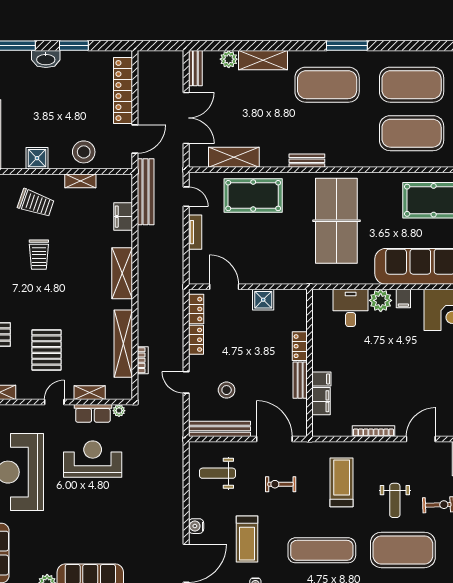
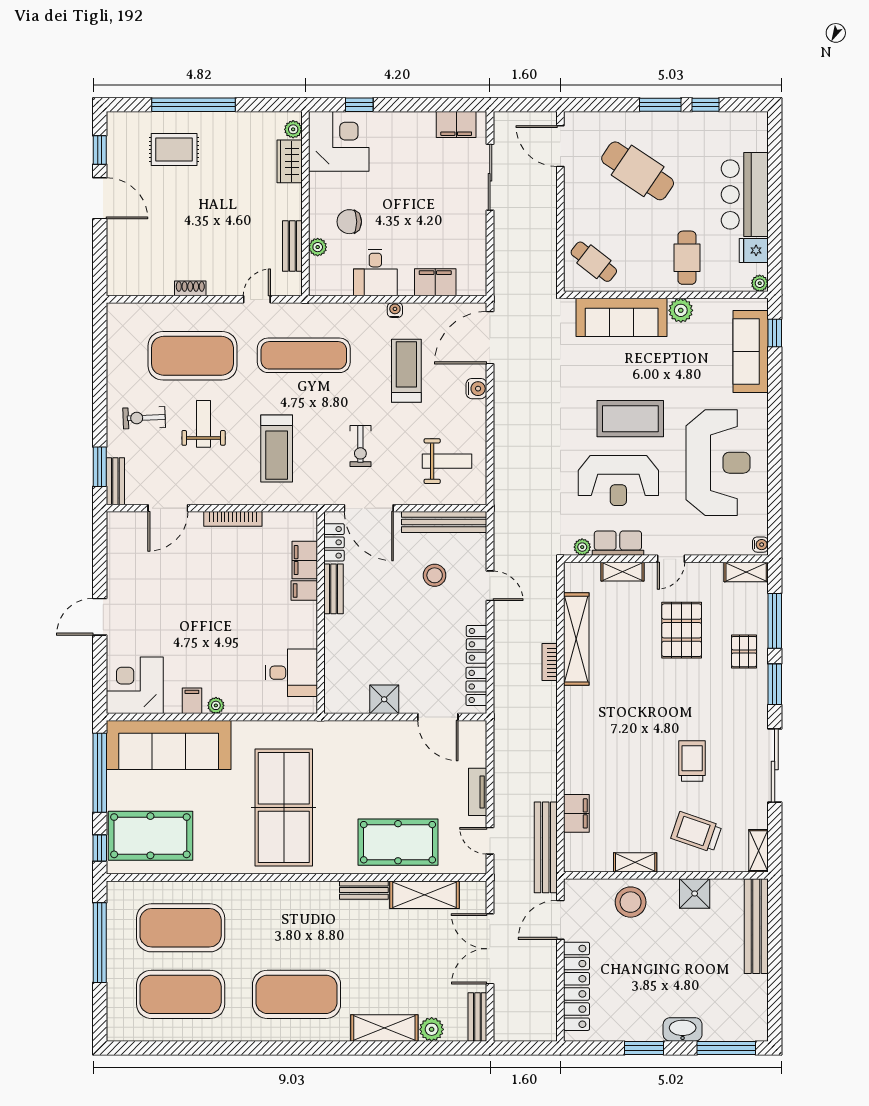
window: (347, 46) -> (269, 1048), removed
bench: (307, 161) -> (364, 890), moved
shelving: (122, 273) -> (578, 736), removed
plant: (381, 300) -> (216, 705), width x0.53, depth x0.53
desk: (351, 308) -> (292, 673), moved, turned -90
locker: (300, 346) -> (334, 542), moved
bookcase: (143, 360) -> (550, 662), moved
exercise bike: (281, 484) -> (360, 446), turned 90
coffee table: (84, 504) -> (630, 419), added

